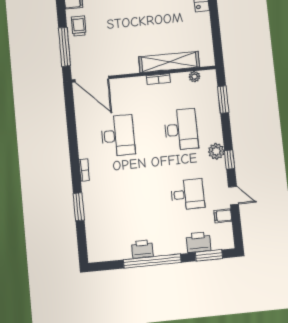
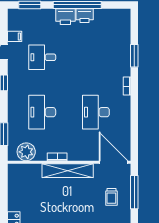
trolley: (79, 26) -> (111, 197), moved
shelving: (169, 62) -> (68, 171), moved
plant: (194, 77) -> (26, 152), width x1.88, depth x1.88
plant: (216, 151) -> (14, 91), removed
printer: (198, 242) -> (65, 17), moved

